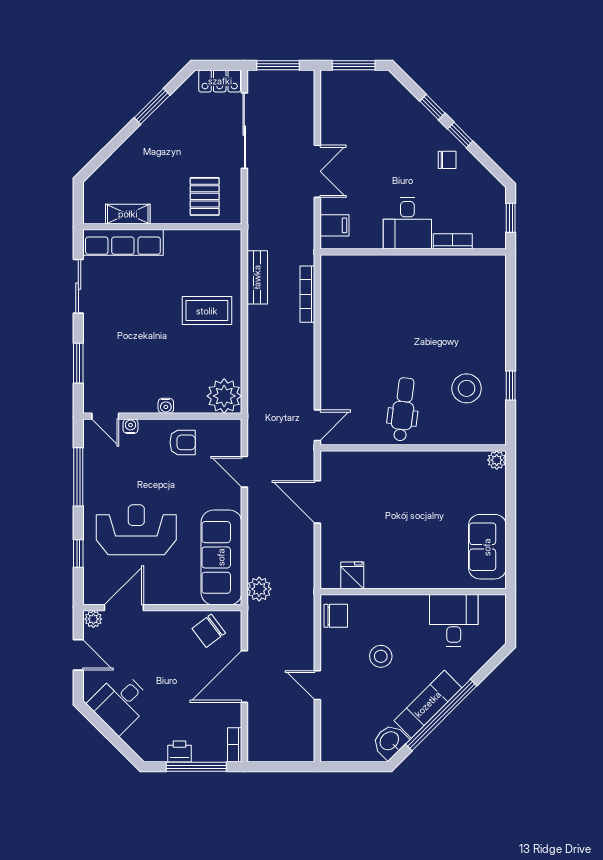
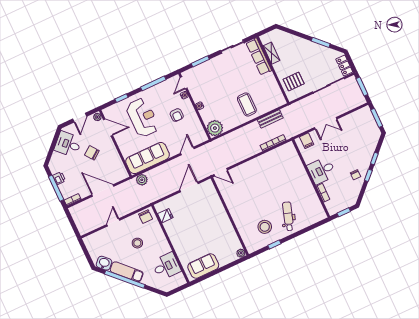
dental chair: (403, 409) -> (288, 216), moved, turned -79
armchair: (183, 442) -> (177, 115), moved
chair: (209, 631) -> (92, 153), moved

